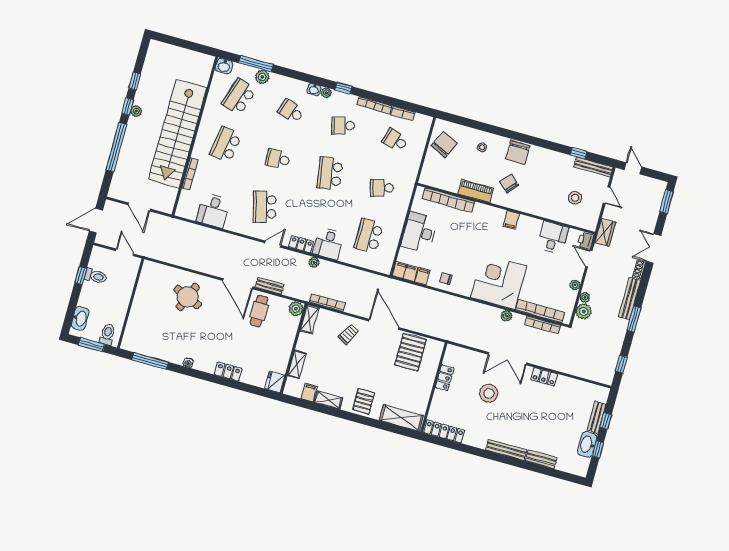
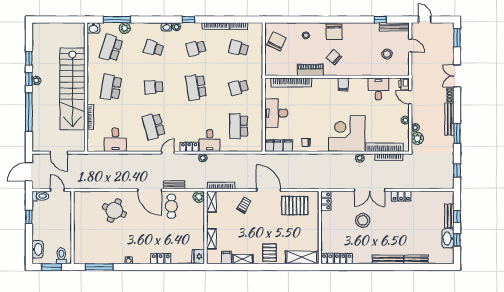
wardrobe: (605, 232) -> (417, 74), removed
toilet: (96, 276) -> (40, 196), moved
pallet: (411, 352) -> (295, 206), turned 90
locker: (445, 378) -> (326, 201), moved

